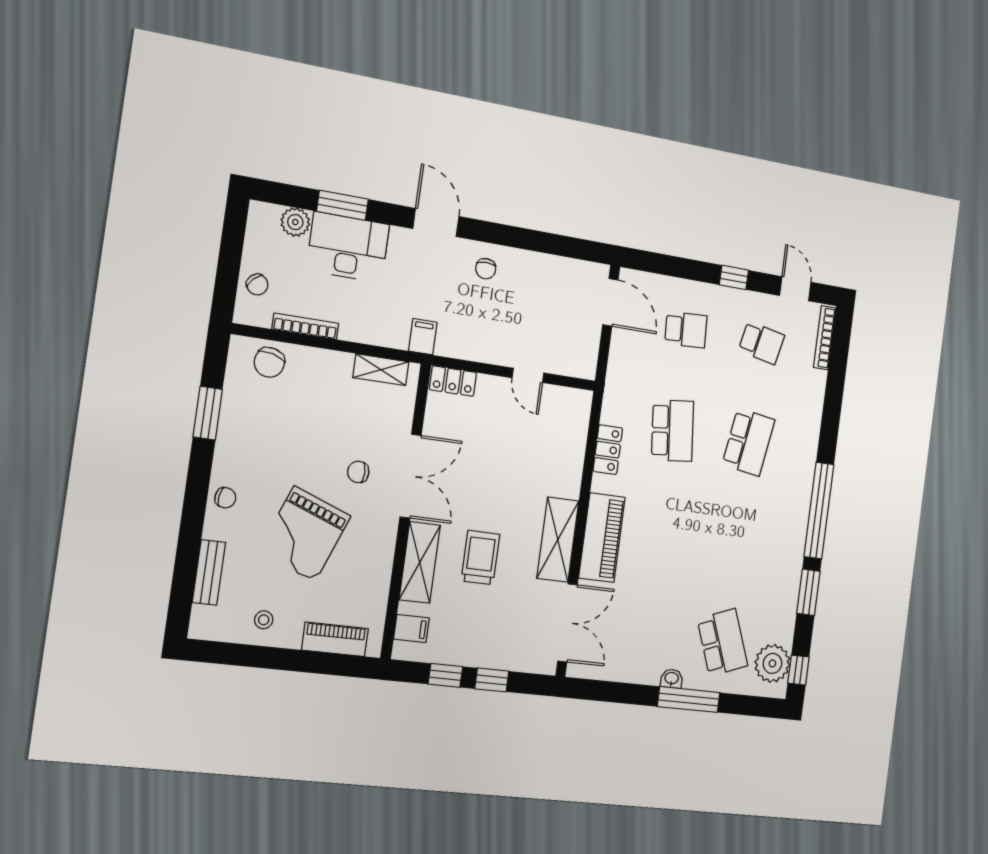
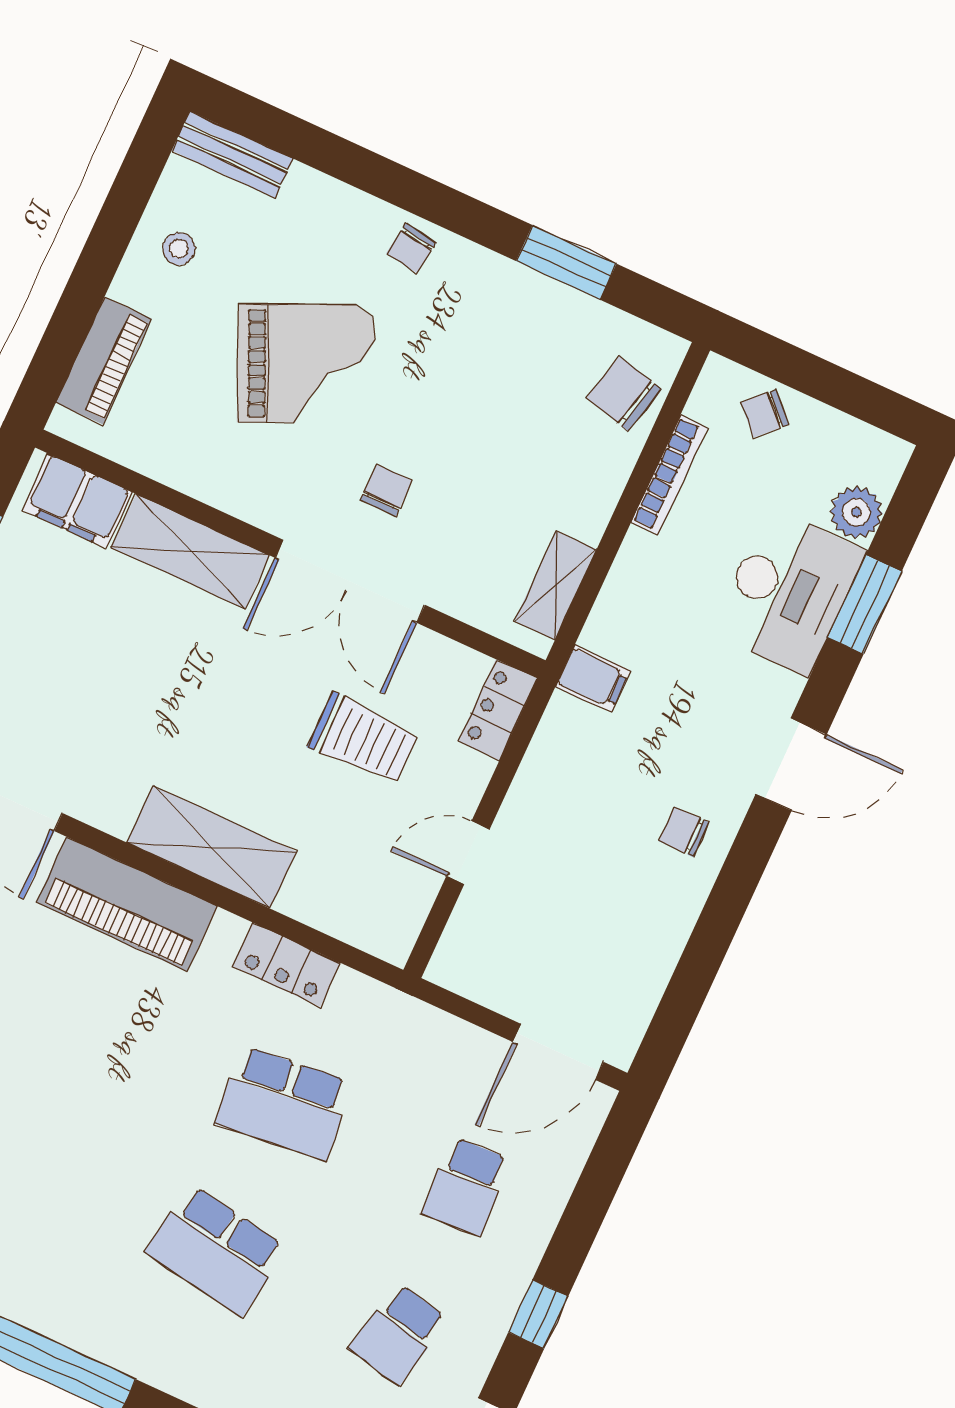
grand piano: (305, 534) -> (306, 364), turned 135
shelving: (558, 540) -> (211, 847), moved
trolley: (480, 557) -> (363, 739), moved
bench: (209, 572) -> (232, 155), moved
filing cabinet: (411, 628) -> (77, 501), width x2.00

